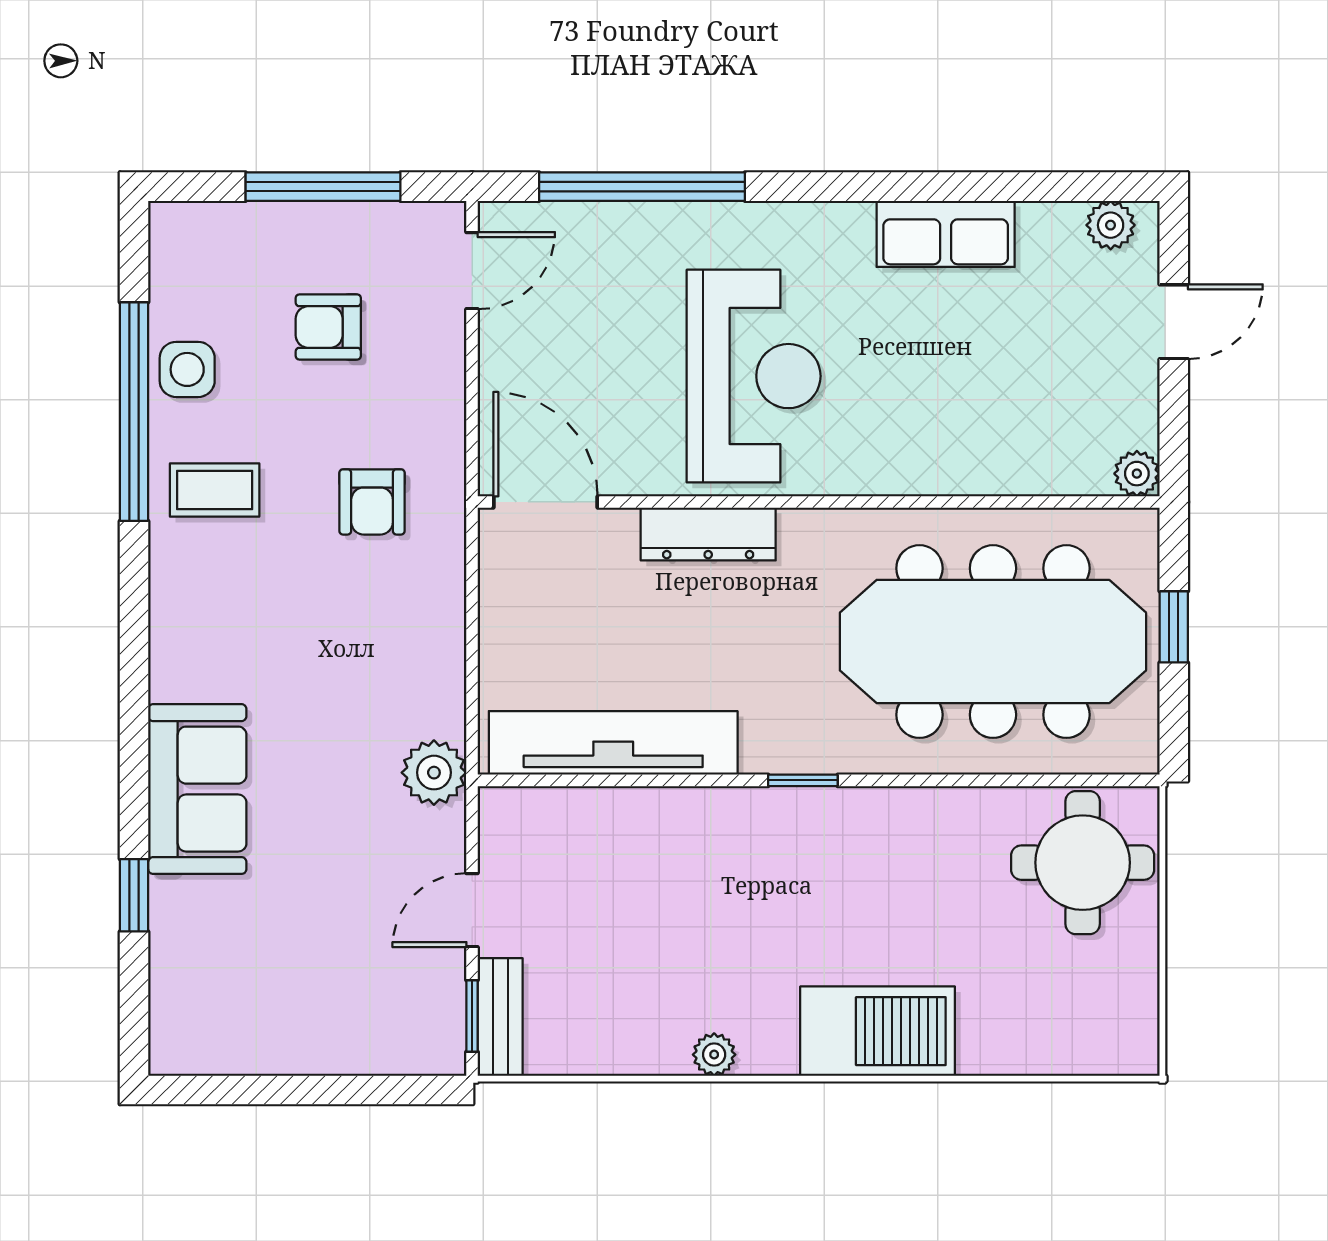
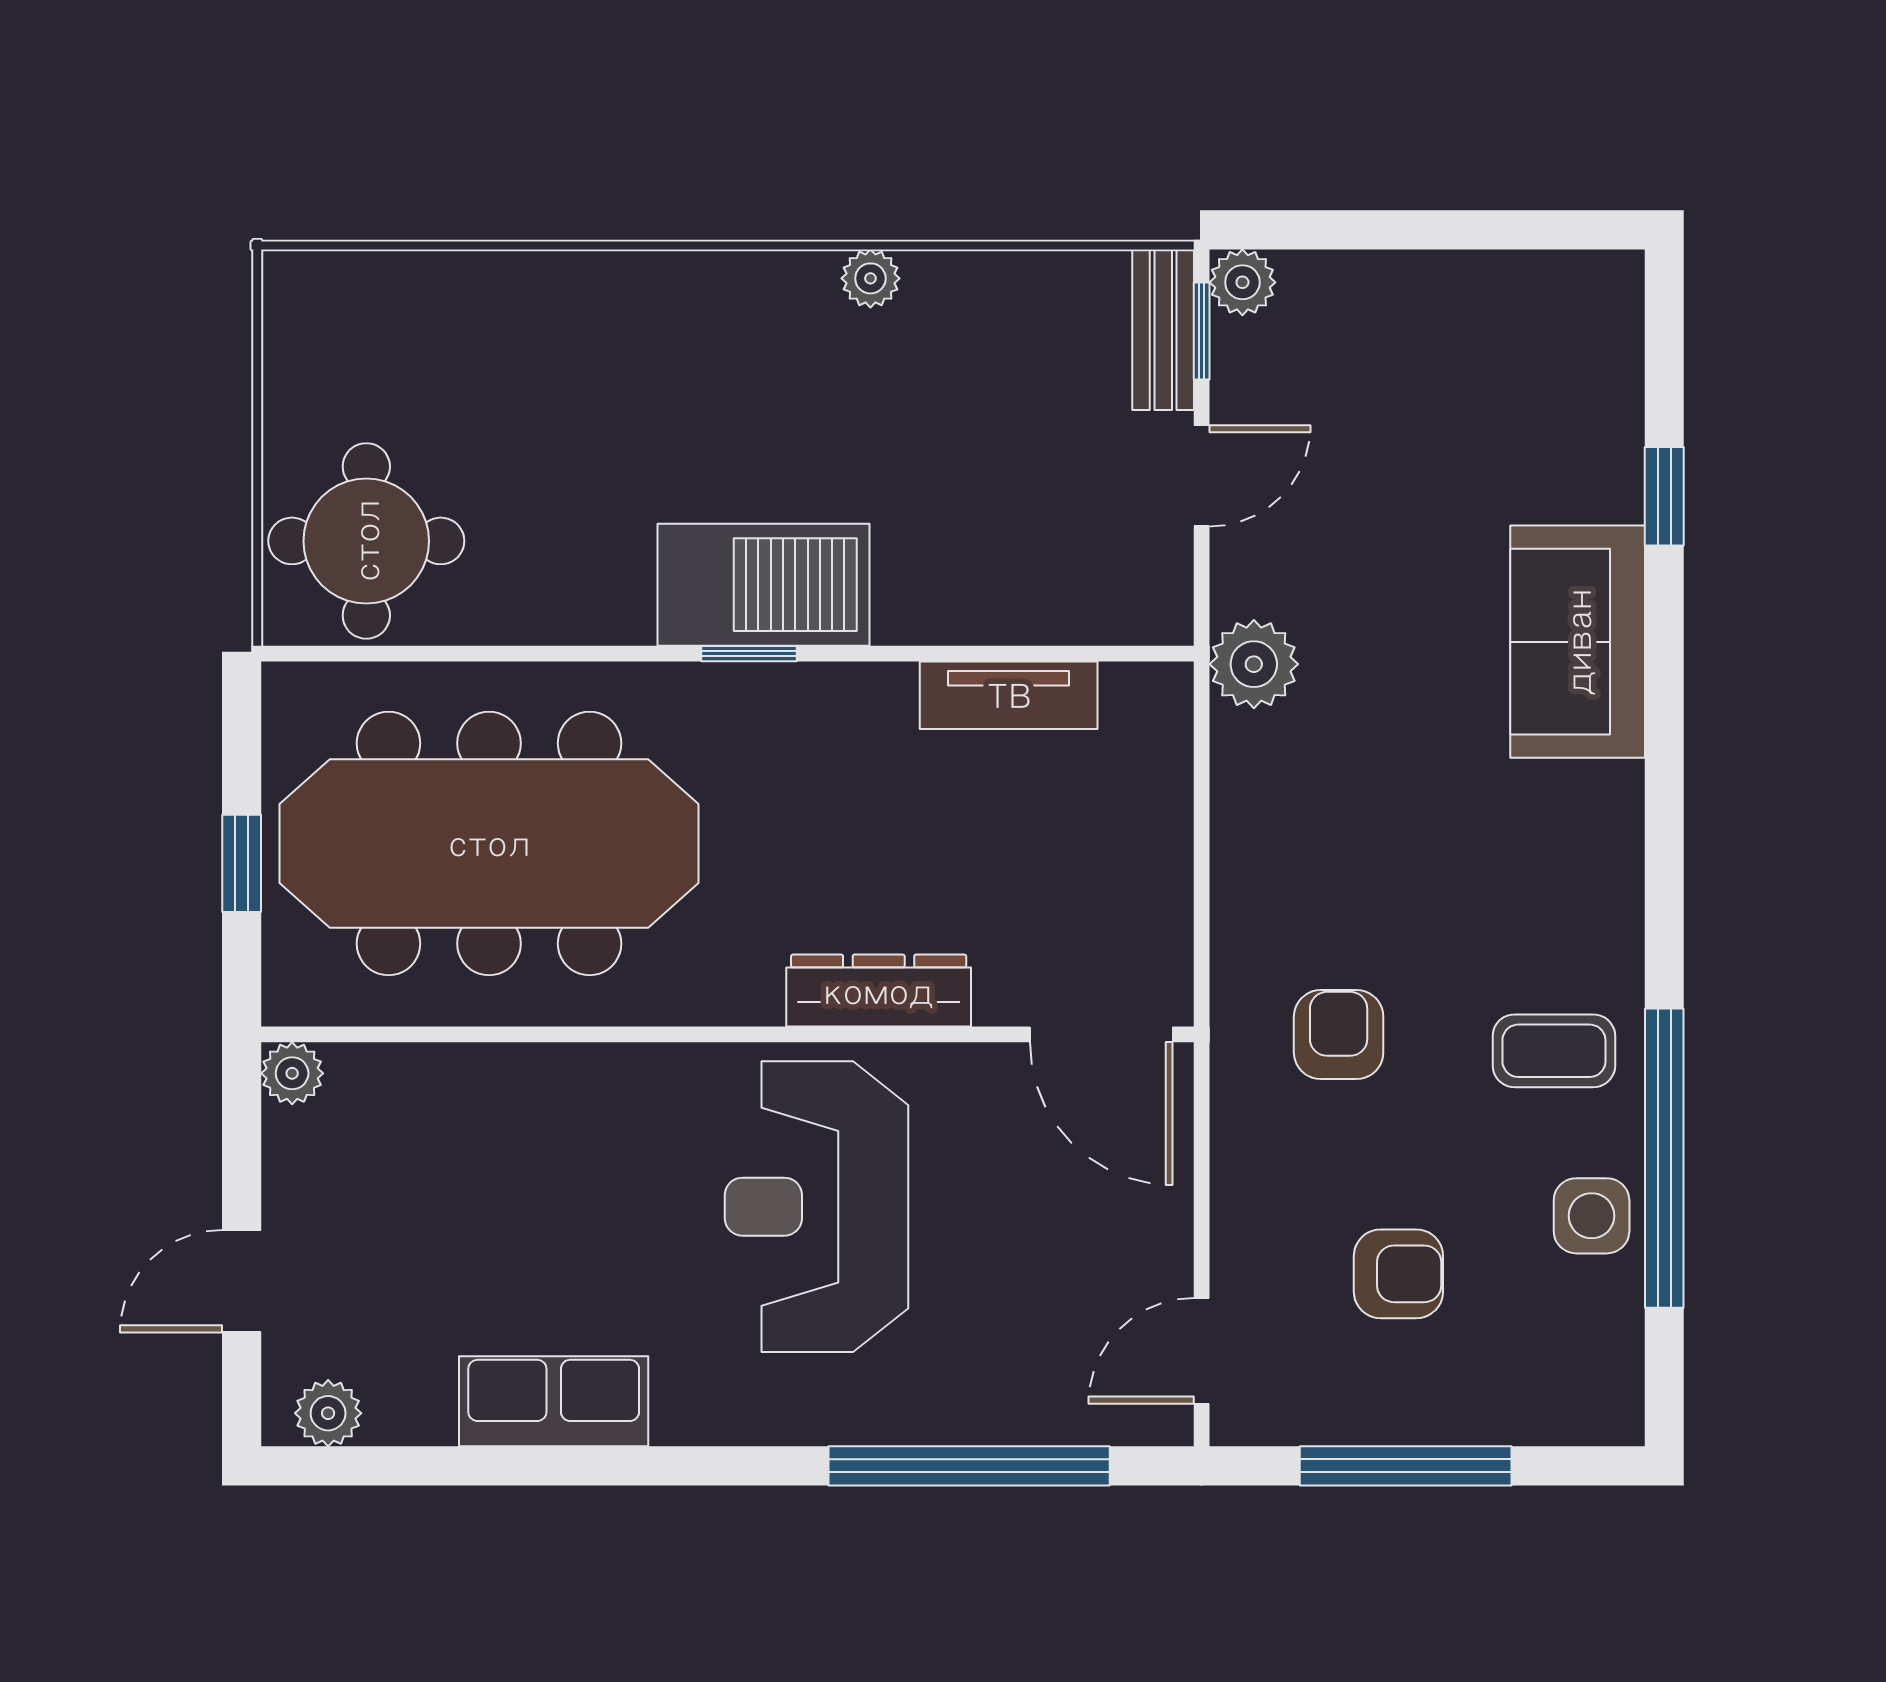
tv unit: (613, 743) -> (1009, 695), width x0.52, depth x0.78
barbecue: (878, 1031) -> (763, 585), moved, turned 180
plant: (442, 1052) -> (1242, 282), added

